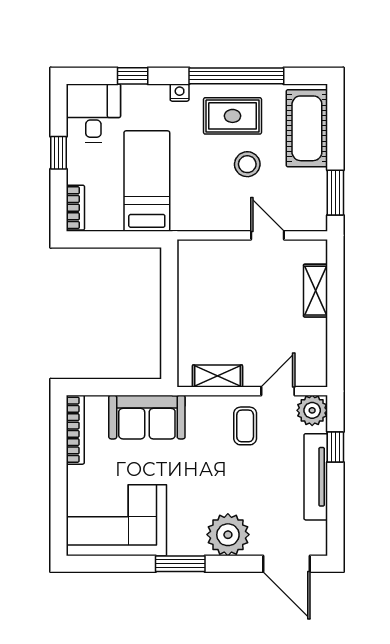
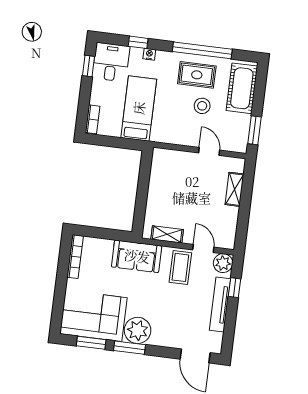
nightstand: (180, 93) -> (149, 54), moved
window: (58, 153) -> (89, 66), moved
door: (278, 391) -> (203, 248), hinge flipped
sofa: (147, 417) -> (137, 256), moved
coffee table: (245, 426) -> (180, 267), width x1.36, depth x1.30
plant: (228, 535) -> (138, 330), moved
window: (118, 564) -> (91, 343), added

